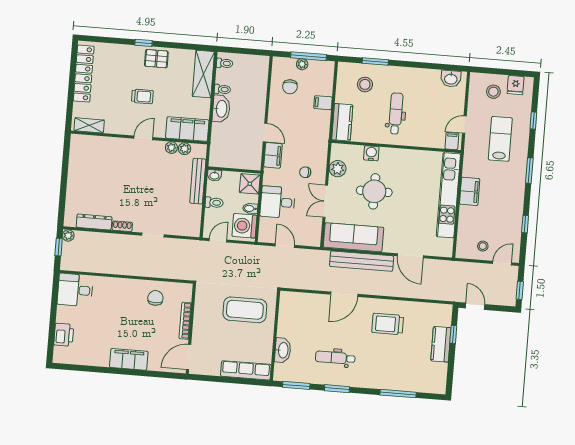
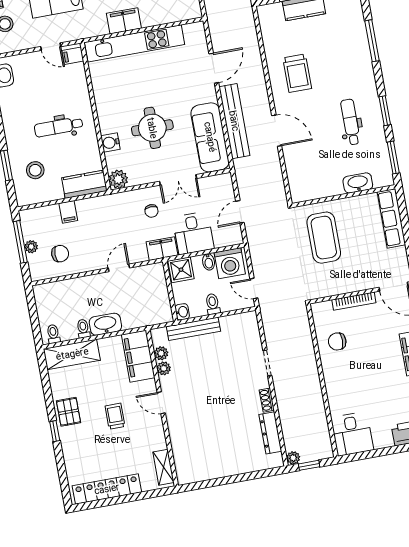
filing cabinet: (273, 155) -> (162, 249), moved
plant: (338, 169) -> (118, 179), moved
dental chair: (335, 358) -> (351, 122), turned 180

